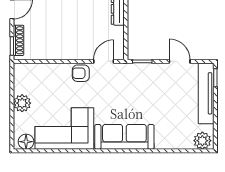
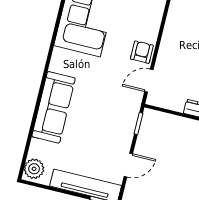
door: (104, 61) -> (149, 81), swing flipped
sofa: (124, 137) -> (53, 107), moved

